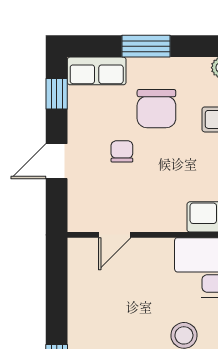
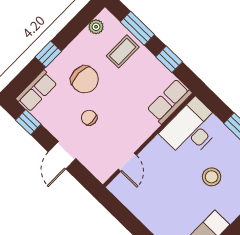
window: (146, 46) -> (48, 54), width x0.67

